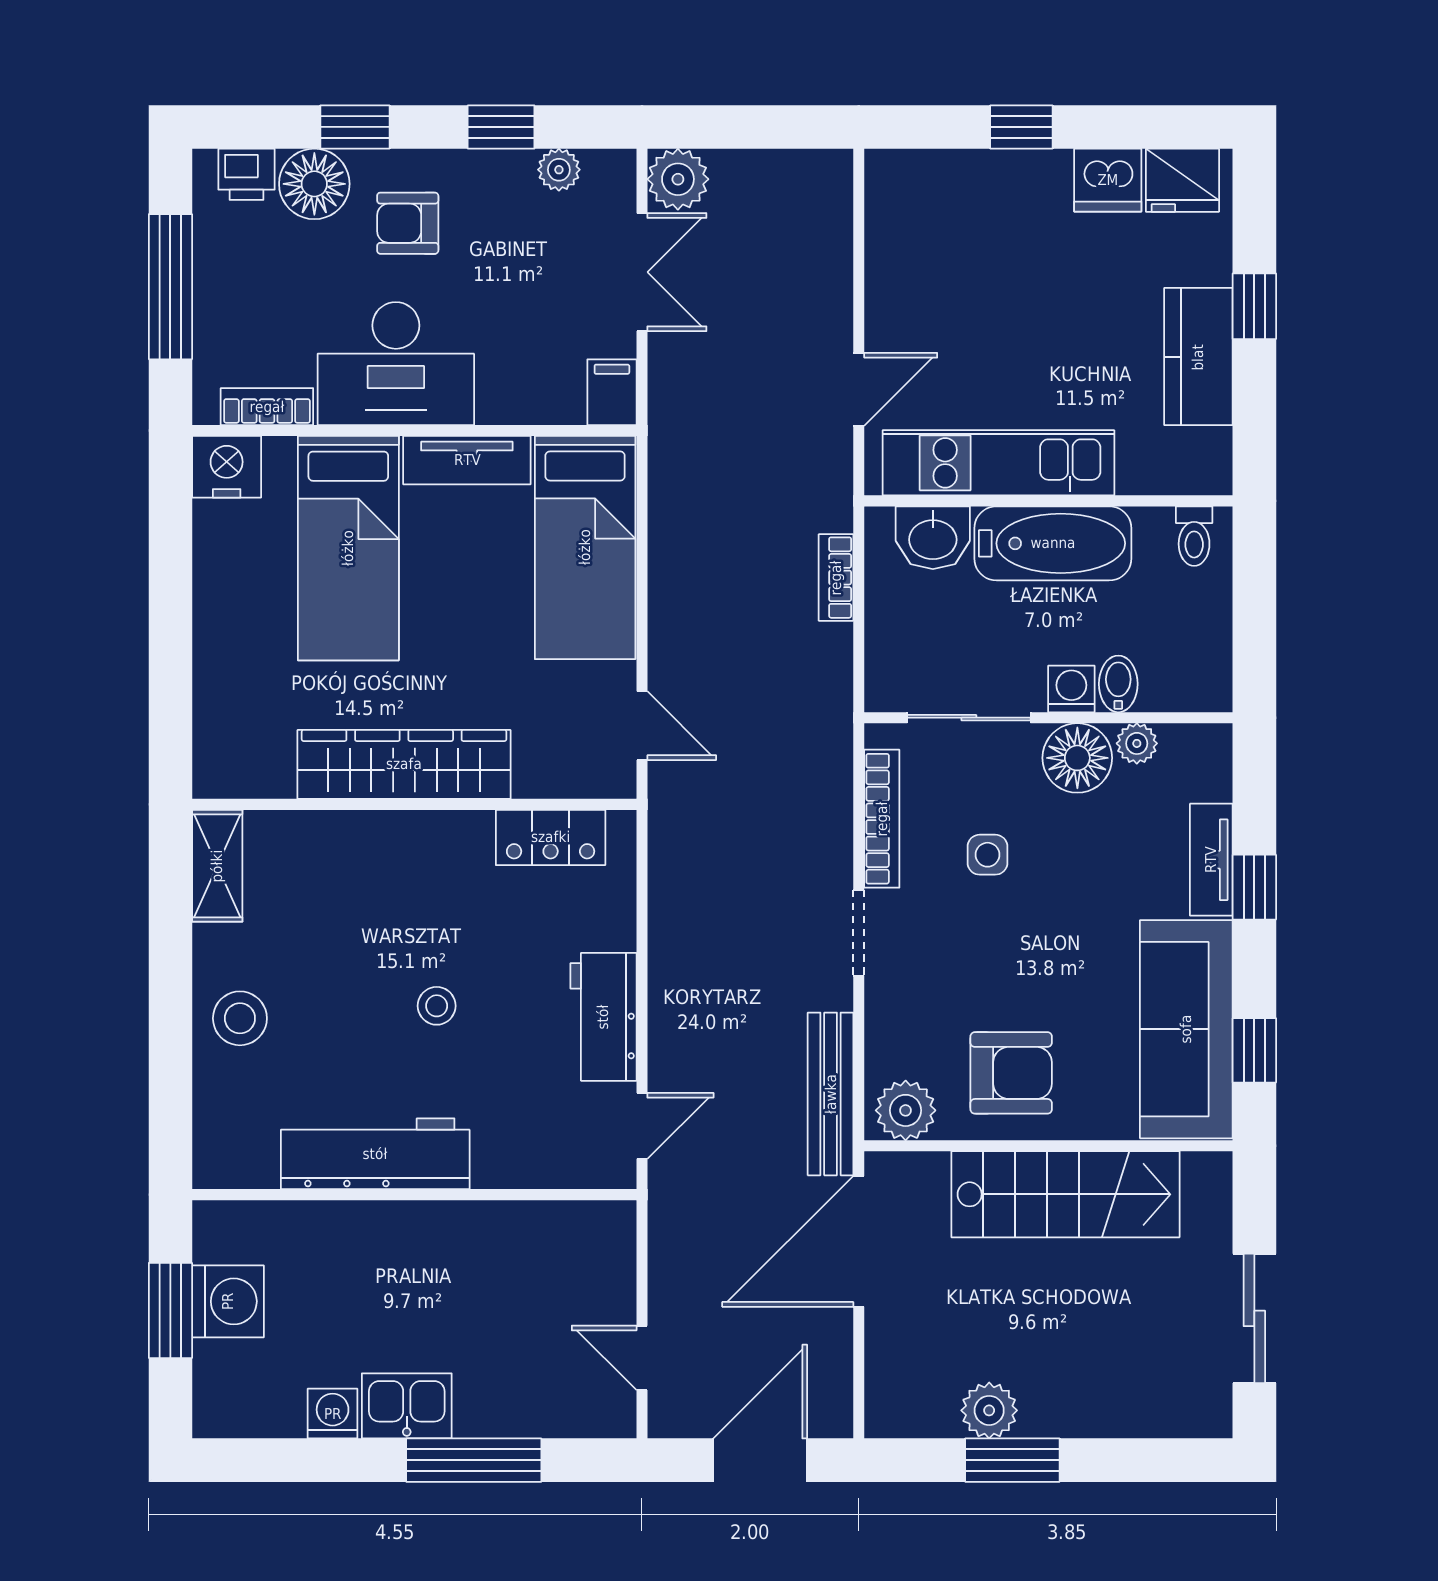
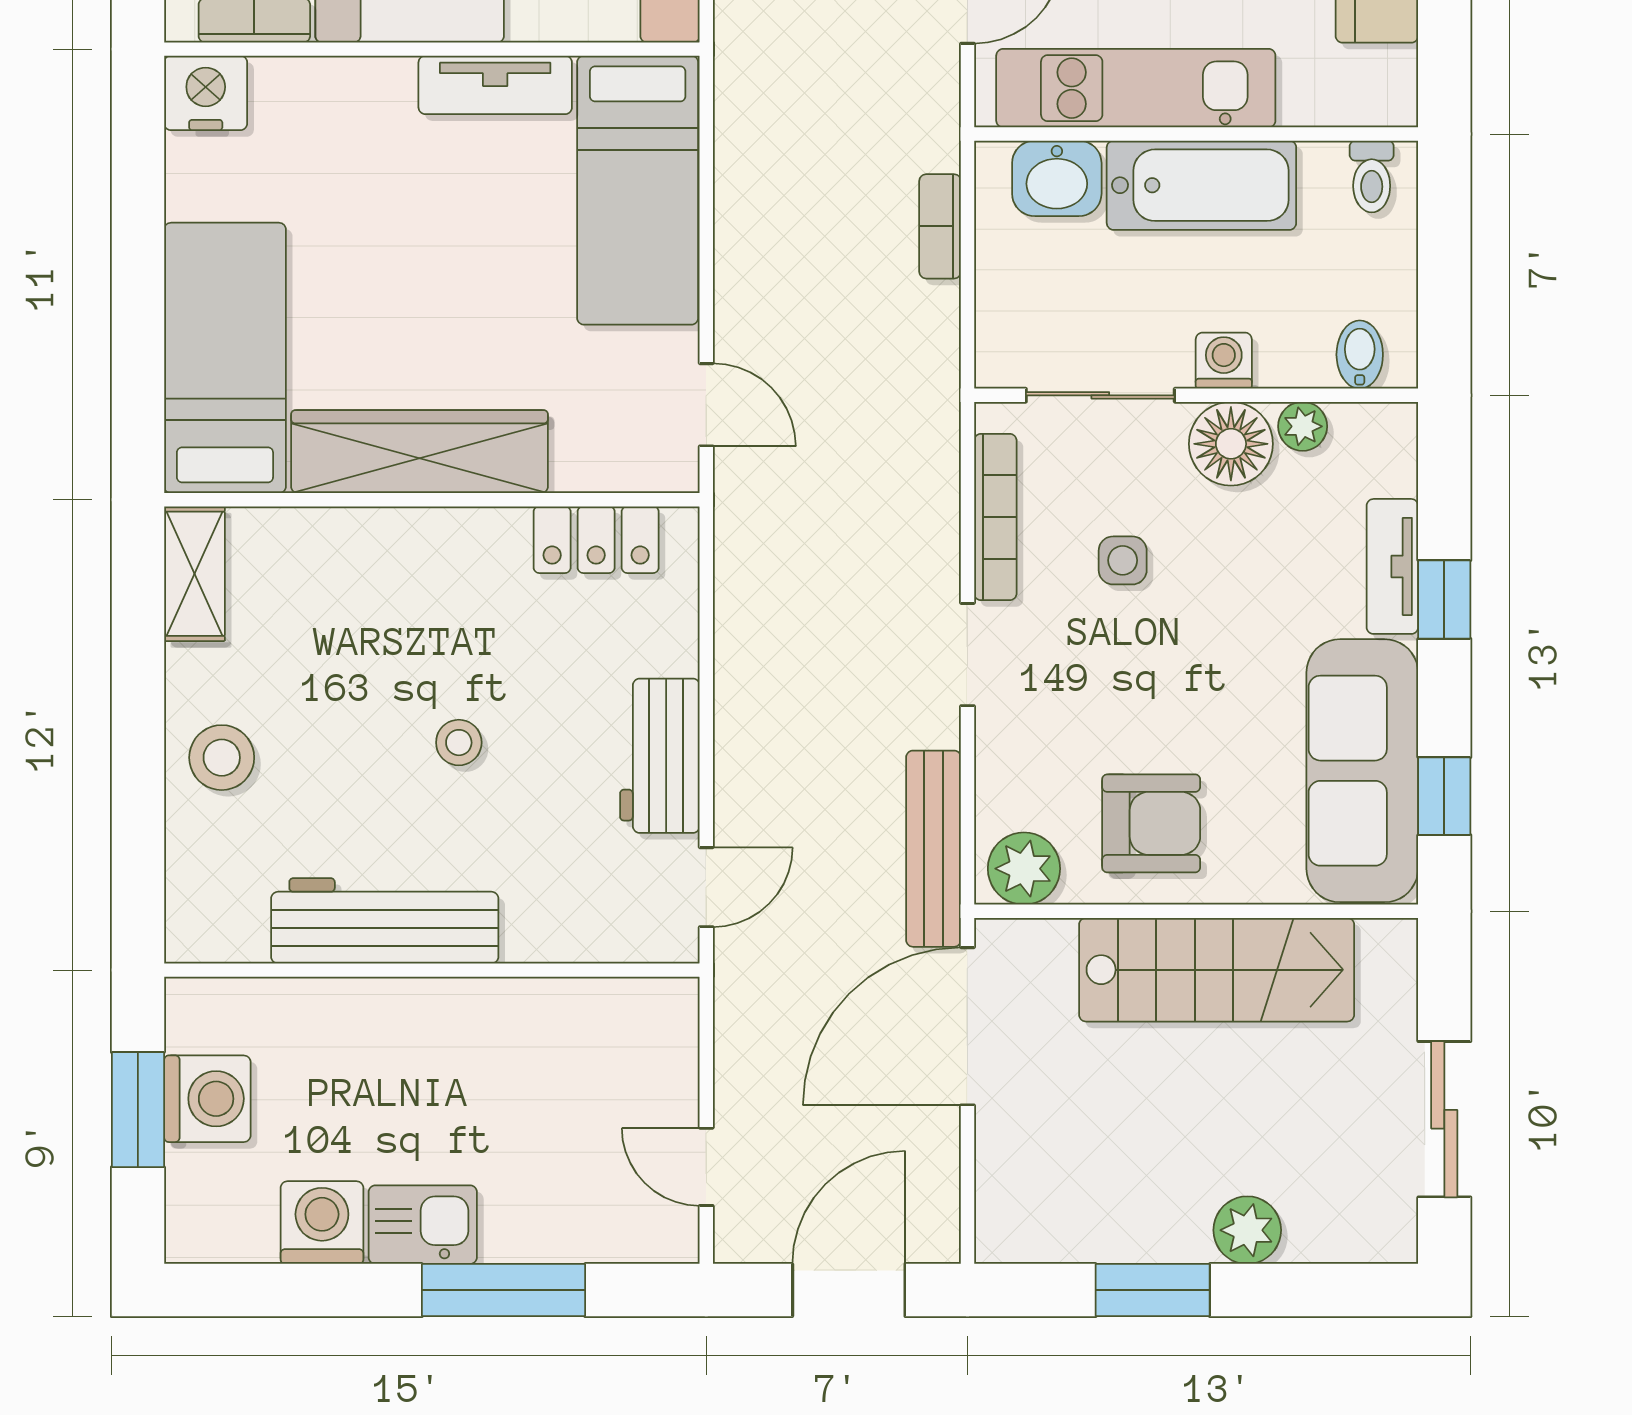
bed: (348, 548) -> (225, 358), moved, turned 180
bidet: (1118, 684) -> (1360, 355), moved
plant: (989, 1410) -> (1247, 1230), moved
washing machine: (333, 1414) -> (322, 1223), width x1.38, depth x1.38

